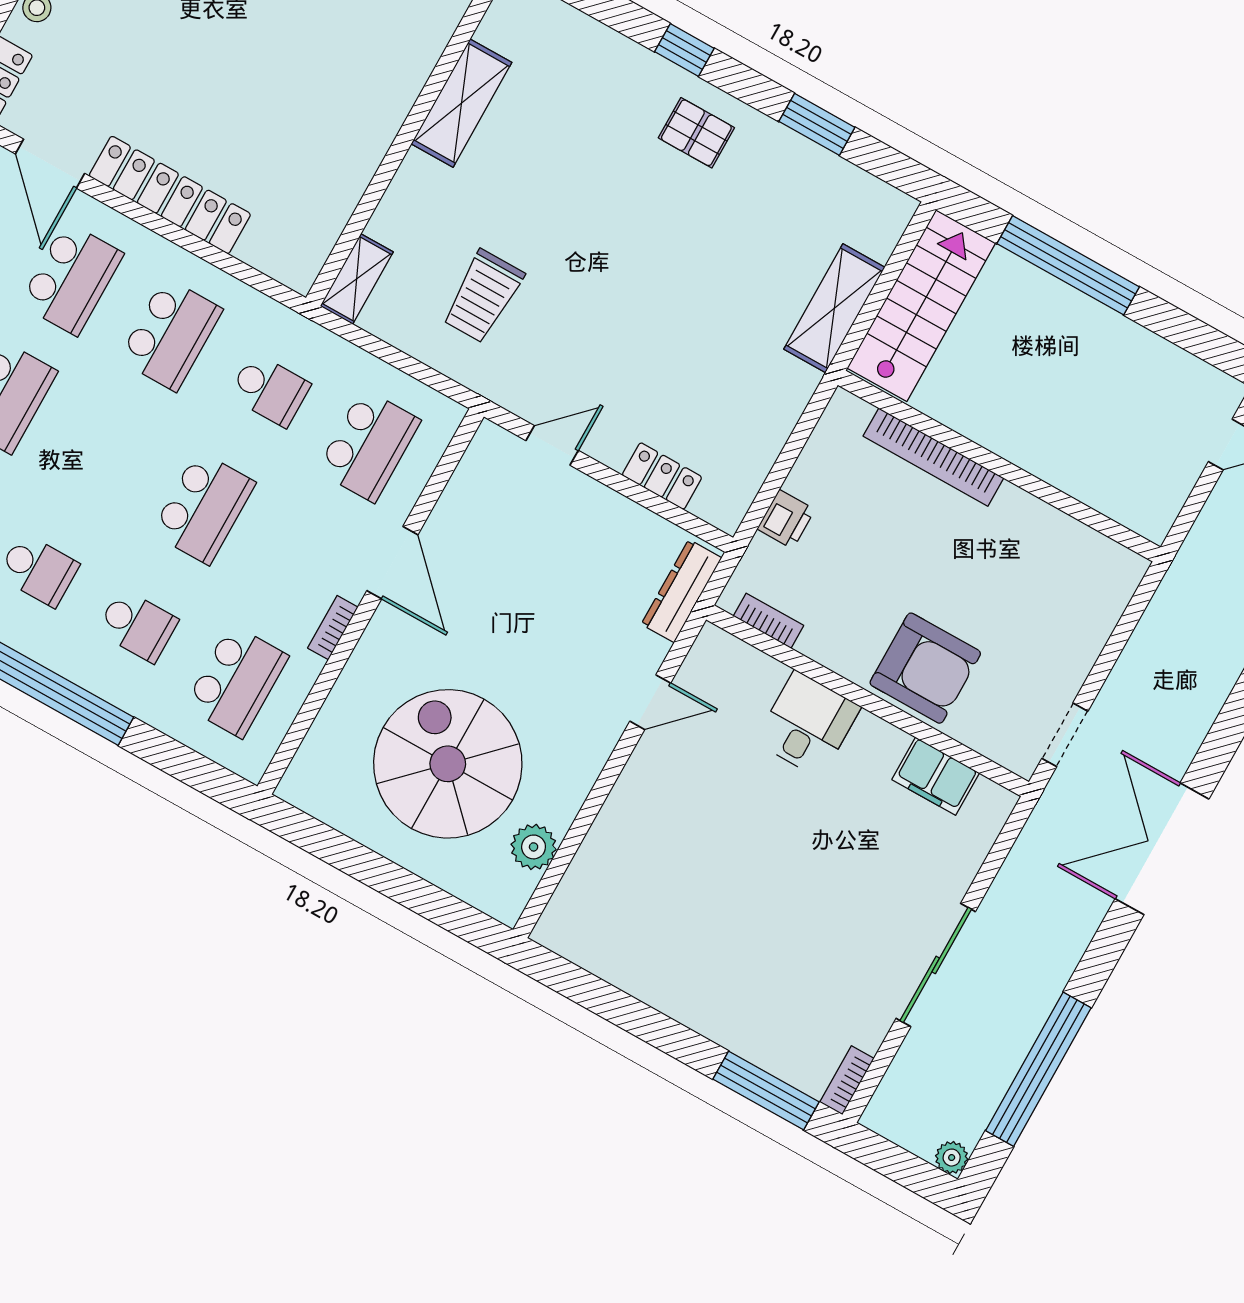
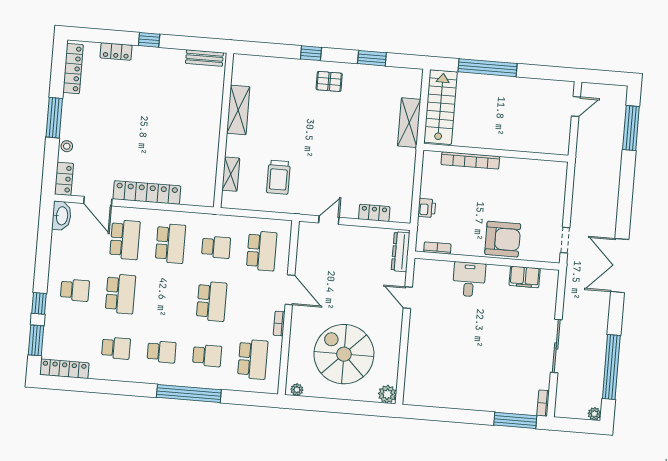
shelving: (357, 279) -> (231, 174), moved
door: (650, 702) -> (408, 298), swing flipped
plant: (305, 795) -> (297, 390), added
plant: (534, 847) -> (387, 394), moved

